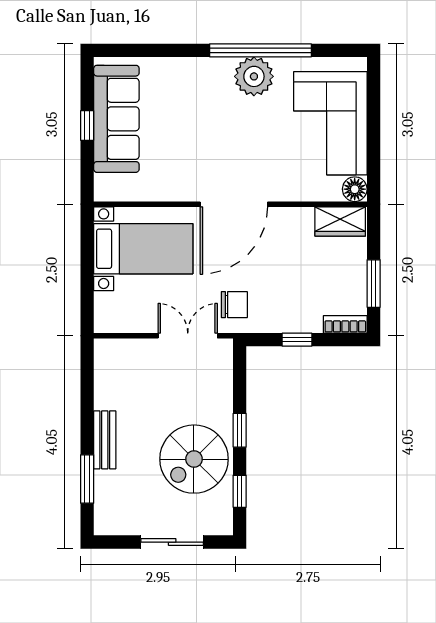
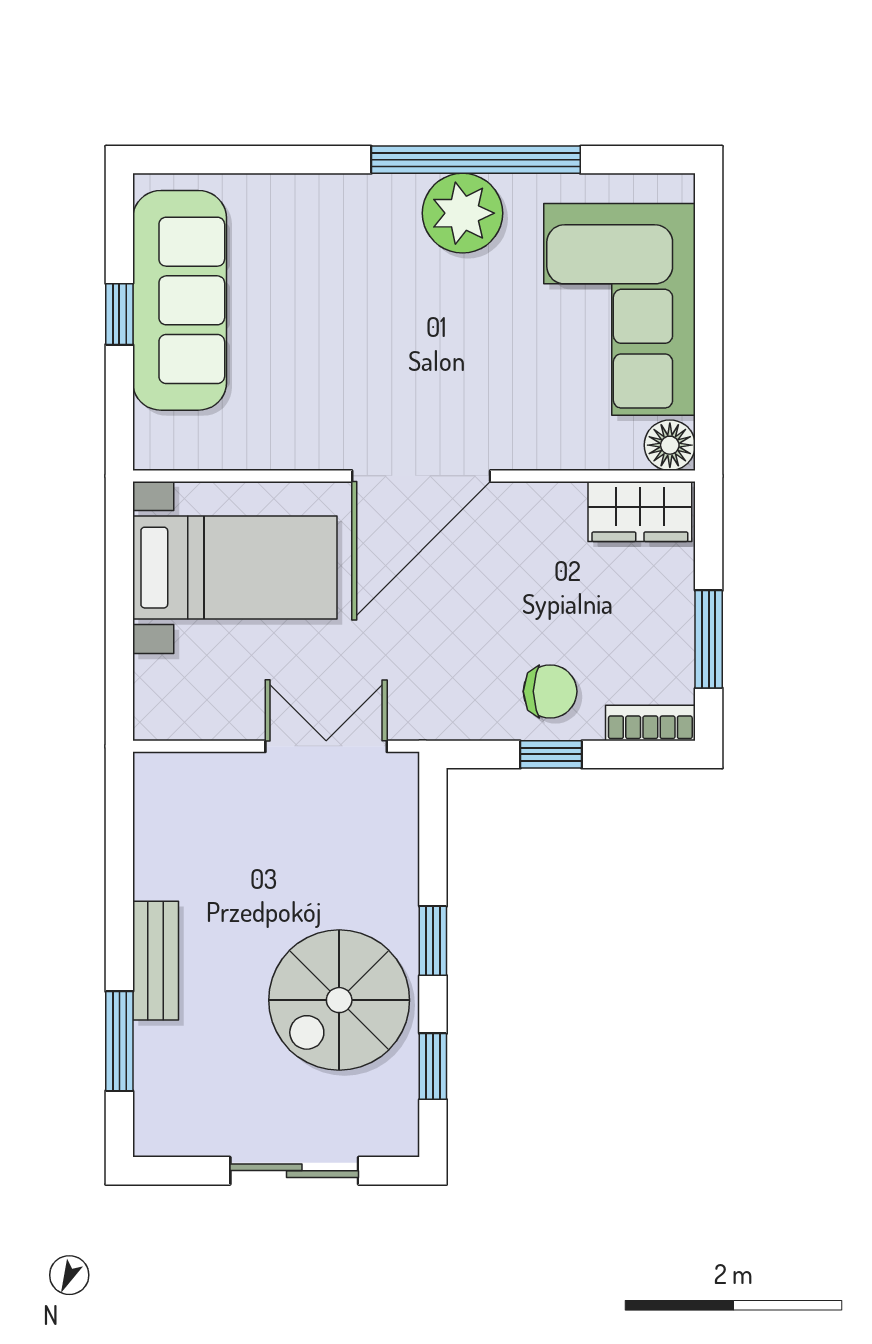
chair: (234, 305) -> (550, 691), moved

